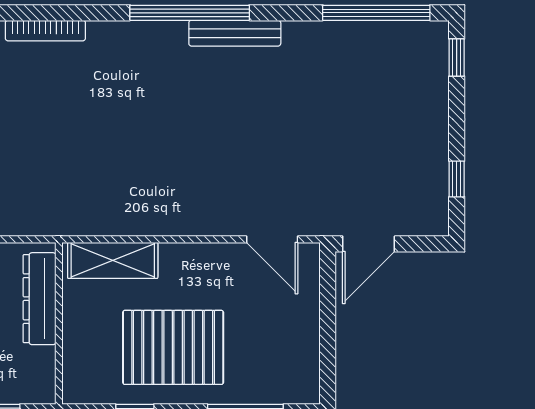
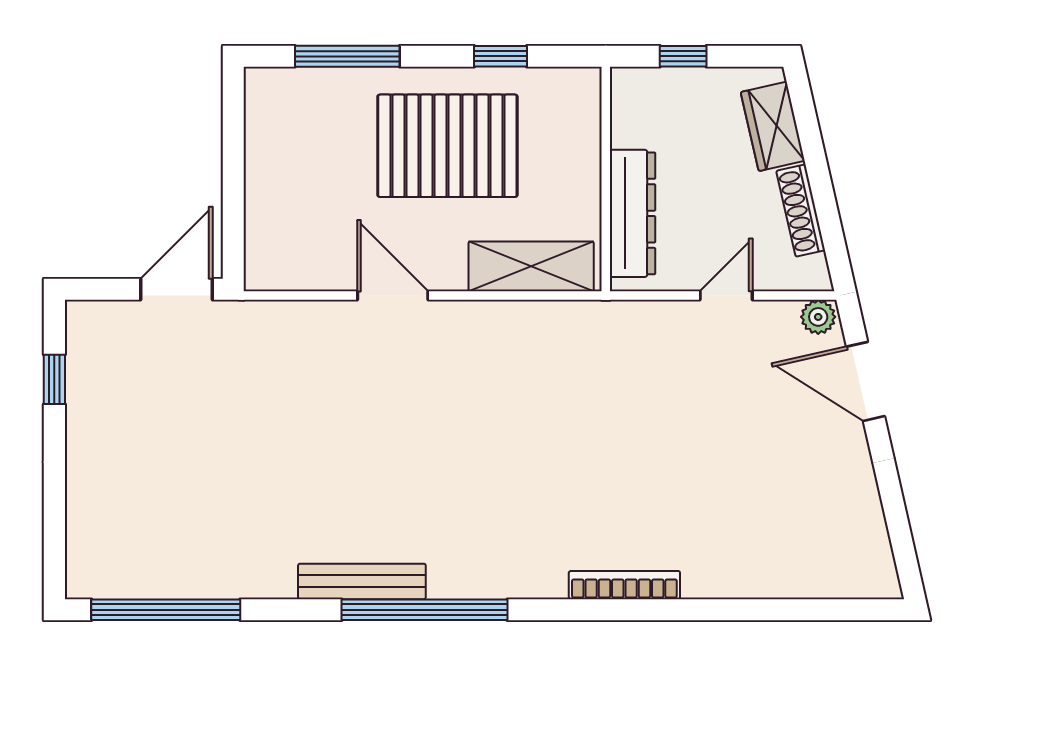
window: (457, 58) -> (54, 548), removed
door: (272, 239) -> (393, 296), moved

